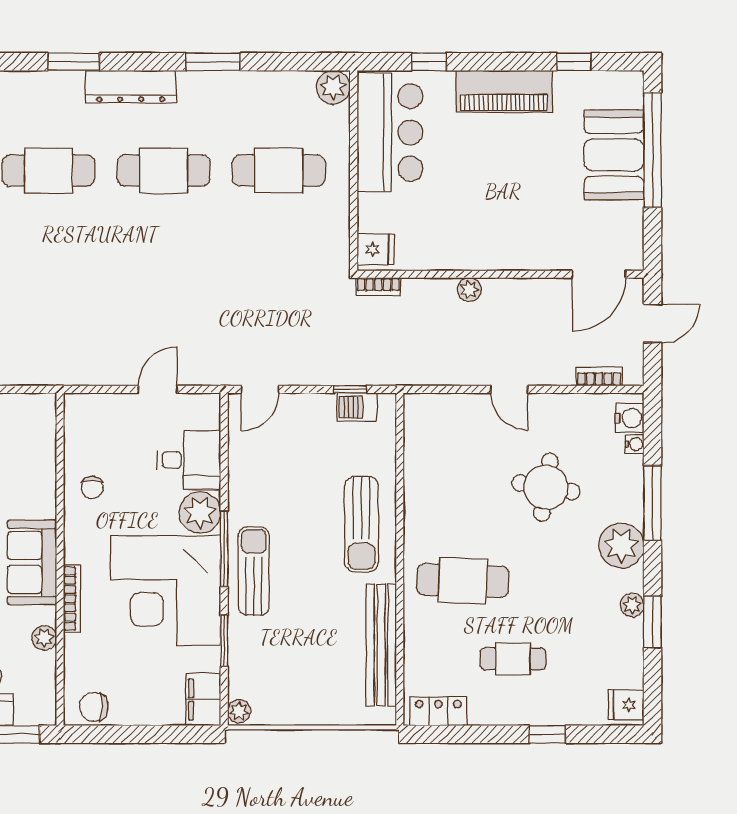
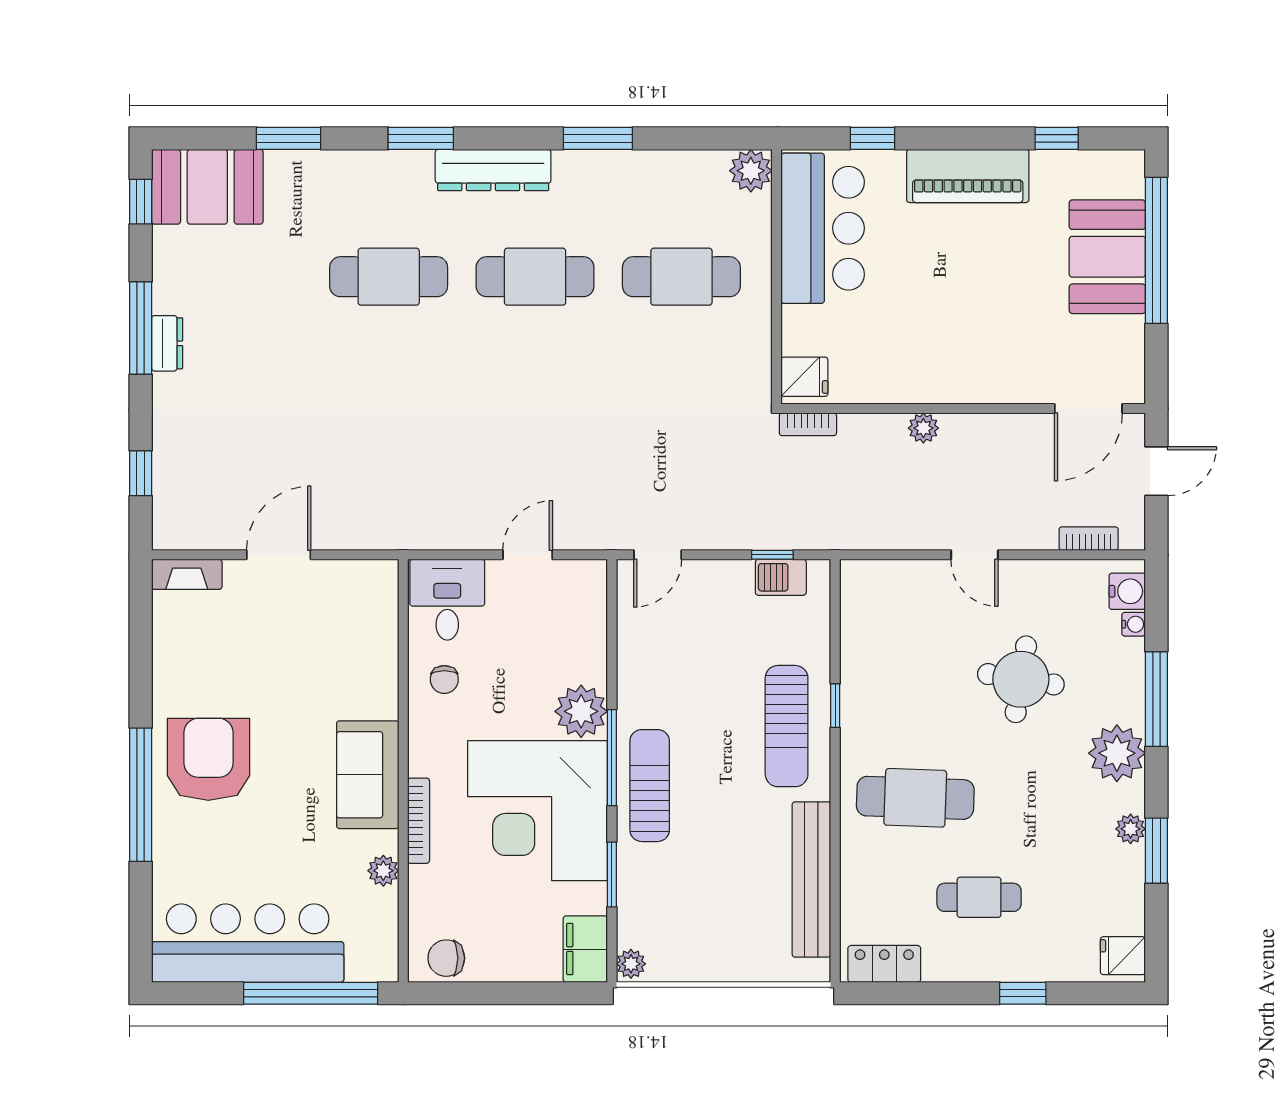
desk: (189, 460) -> (447, 600), moved, turned -90
window: (400, 508) -> (835, 706), added

